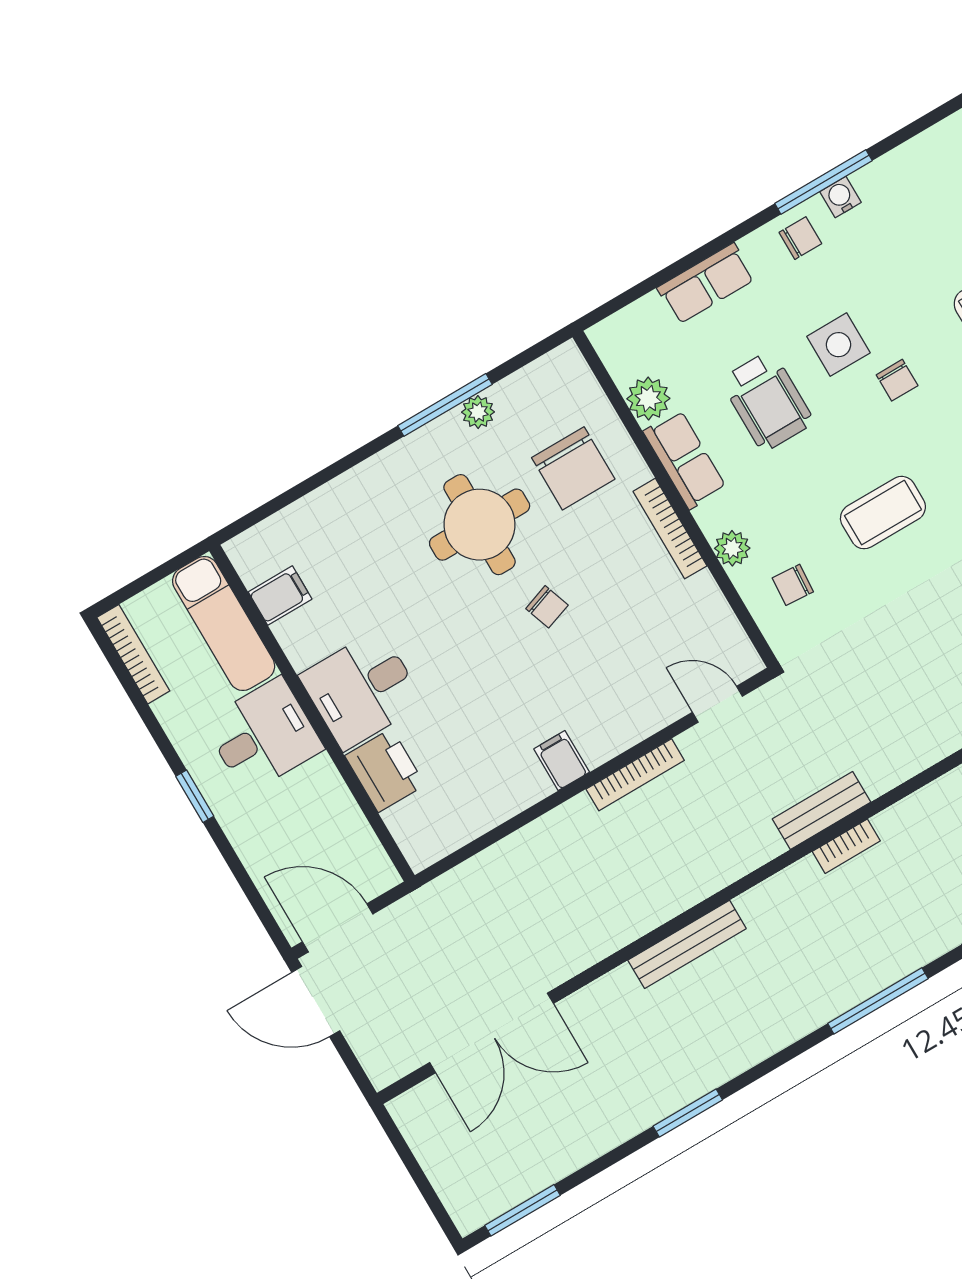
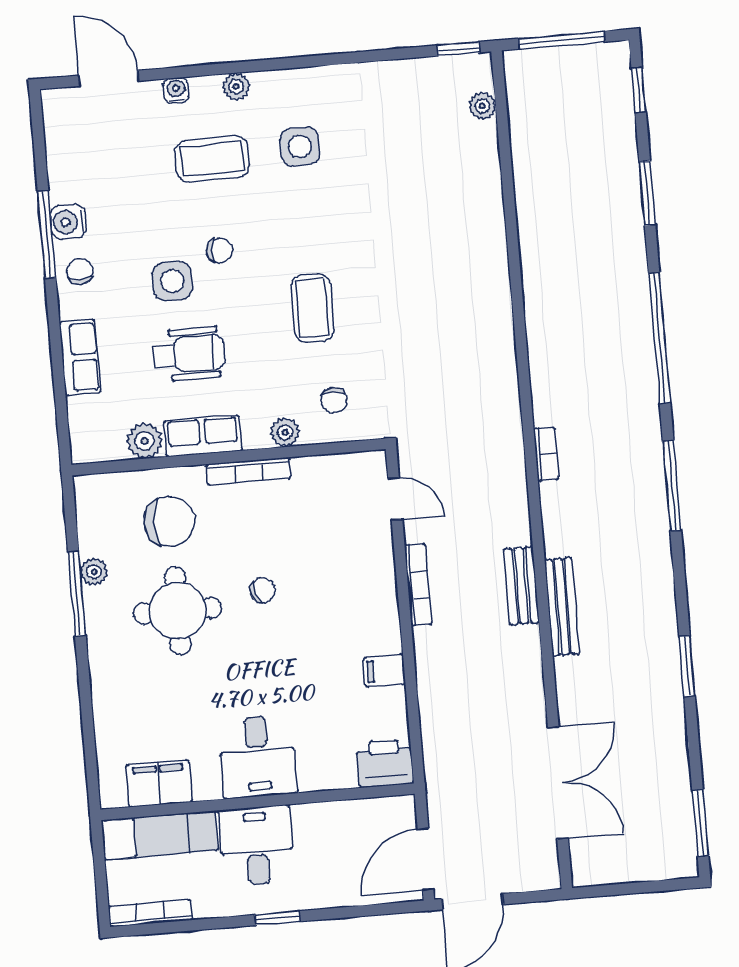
water cooler: (841, 197) -> (68, 222), width x1.38, depth x1.38
filing cabinet: (280, 595) -> (159, 784), width x2.00
door: (717, 704) -> (395, 499), swing flipped
filing cabinet: (562, 761) -> (384, 671), moved
printer: (385, 770) -> (385, 763), moved
bench: (821, 811) -> (521, 586), moved

